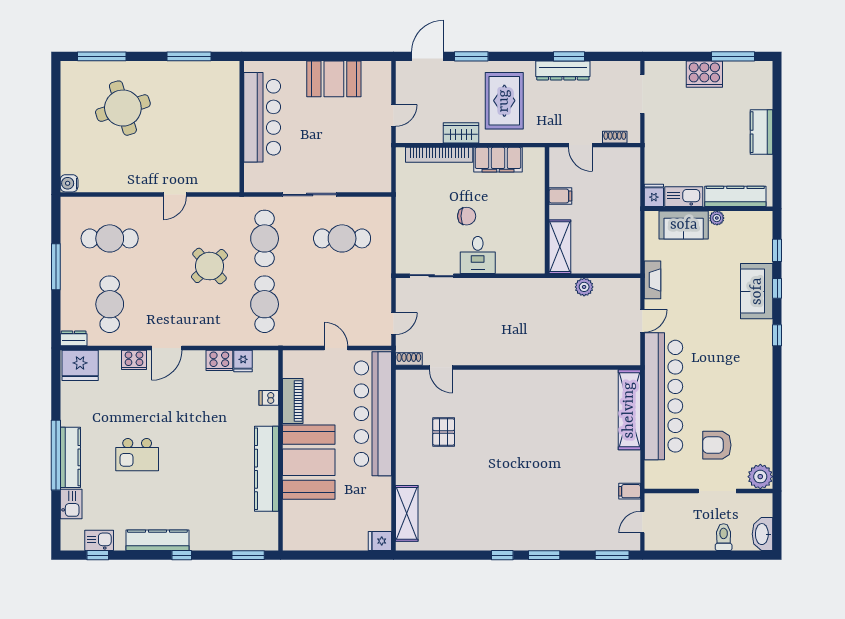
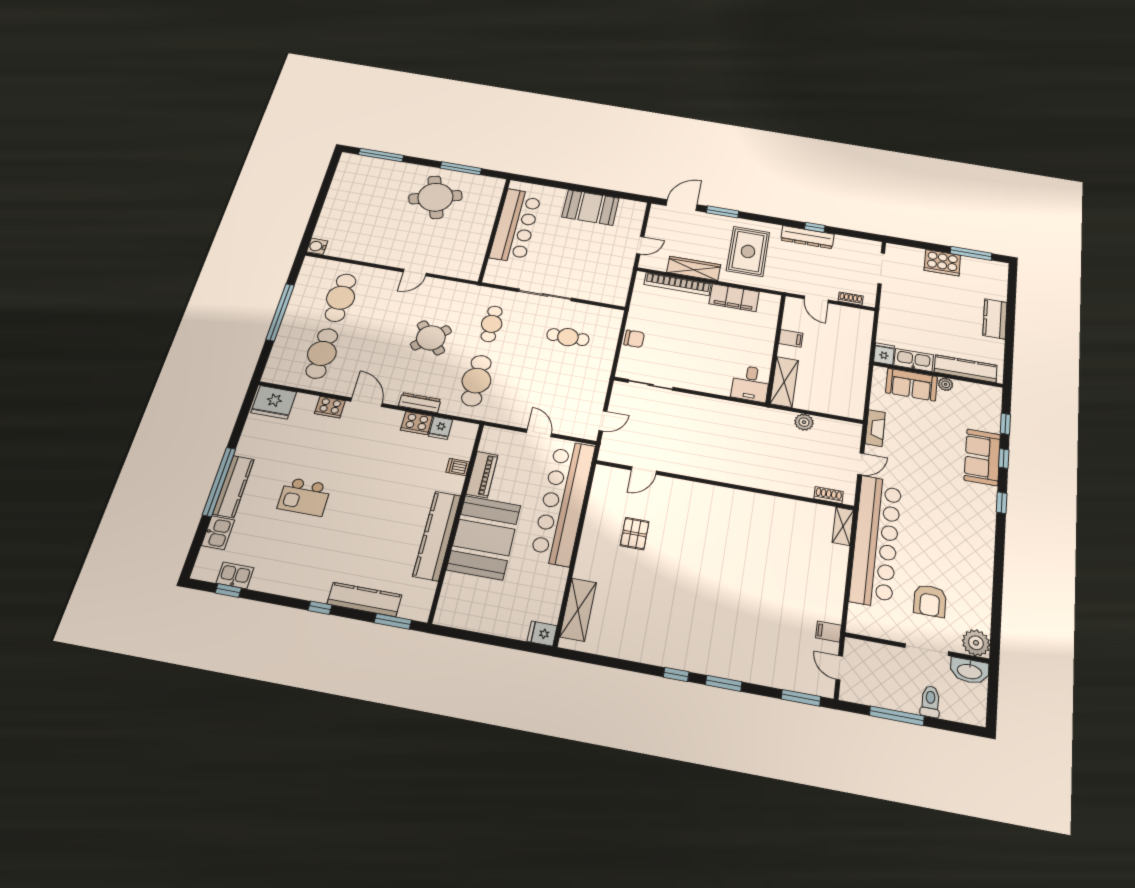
window: (569, 56) -> (815, 227), width x0.67
round table: (123, 108) -> (435, 197), moved
wardrobe: (461, 133) -> (694, 268), width x1.50
chair: (467, 216) -> (634, 339), moved
cafe table: (110, 238) -> (341, 298), turned 90
cafe table: (265, 238) -> (492, 324), width x0.73, depth x0.74
cafe table: (342, 238) -> (568, 337), width x0.73, depth x0.74
desk: (478, 255) -> (751, 384), moved
window: (56, 267) -> (280, 312), width x1.46
dresser: (74, 338) -> (420, 403), moved, width x1.44
door: (167, 348) -> (366, 402), swing flipped
shoe rack: (409, 359) -> (829, 495), moved
door: (441, 368) -> (644, 470), hinge flipped
shelving: (629, 410) -> (843, 526), width x0.45, depth x0.75
armchair: (717, 445) -> (930, 601), turned -90
door: (642, 522) -> (839, 668), hinge flipped
washbasin: (762, 534) -> (970, 671), moved, turned -90
kitchen counter: (157, 540) -> (364, 599), moved
window: (696, 555) -> (897, 716), added

